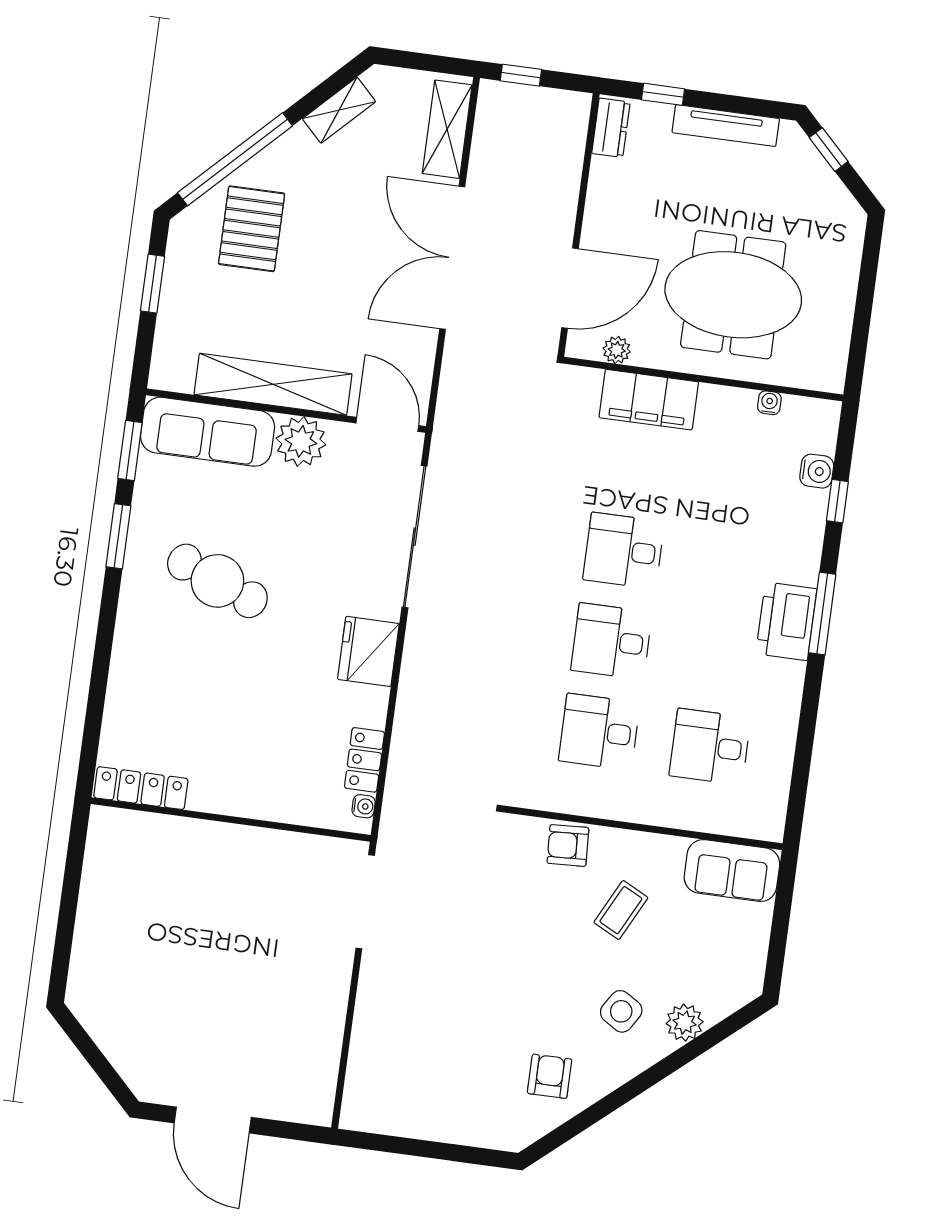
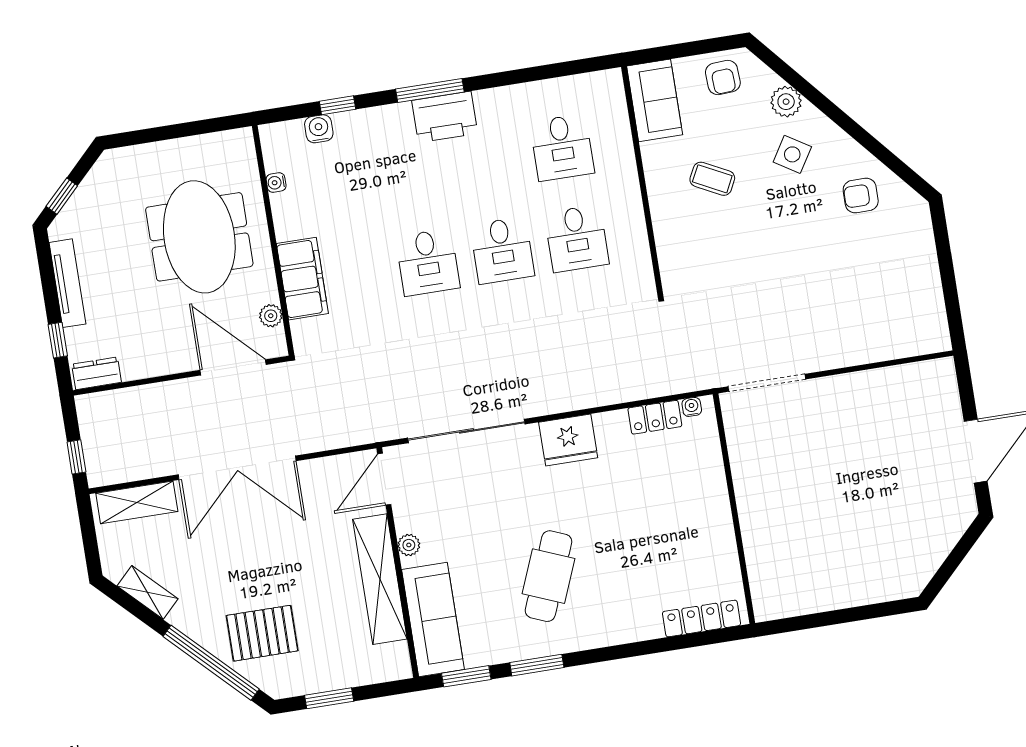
plant: (301, 441) -> (409, 545), width x0.53, depth x0.53
locker: (141, 788) -> (701, 618), moved, turned 90
armchair: (568, 845) -> (723, 77), moved

